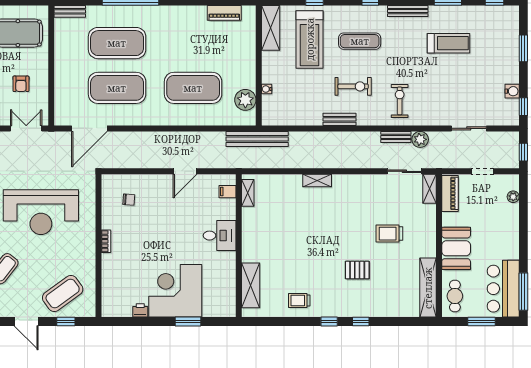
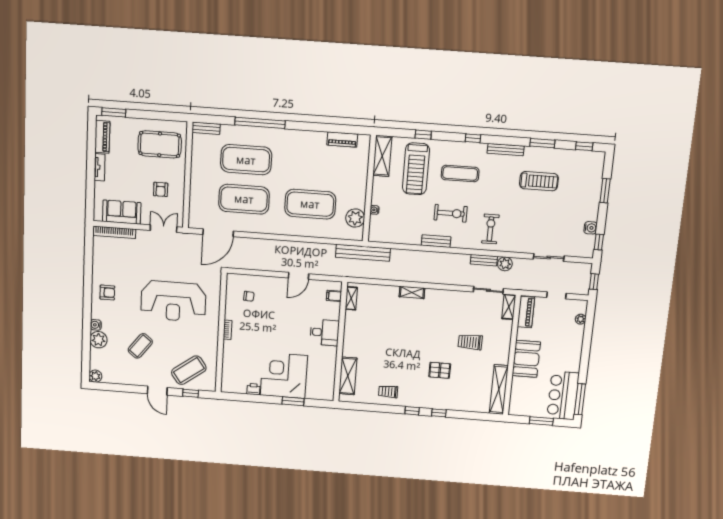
cafe table: (455, 296) -> (521, 398), removed

